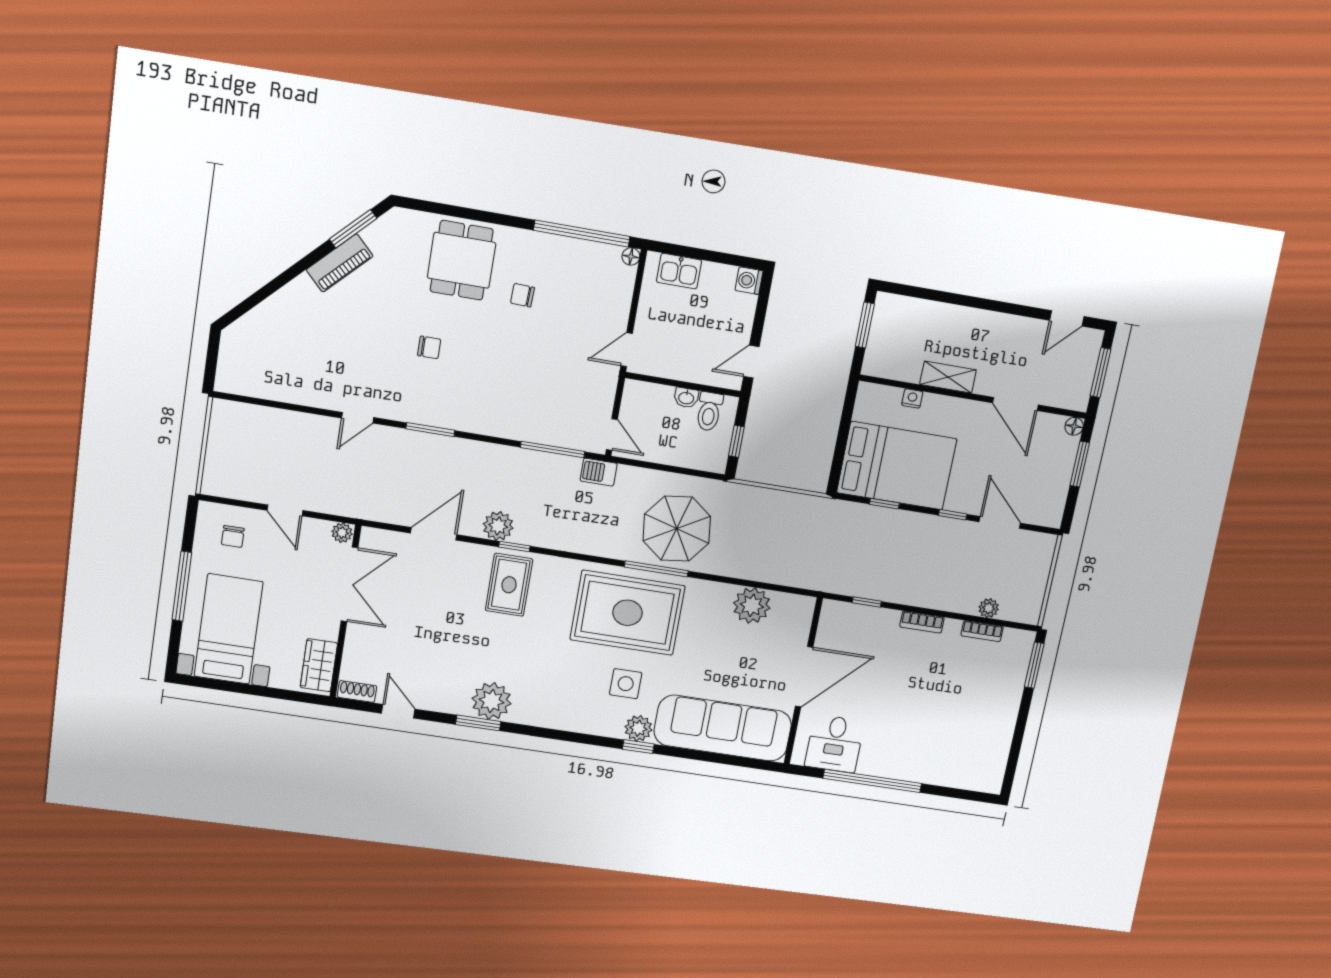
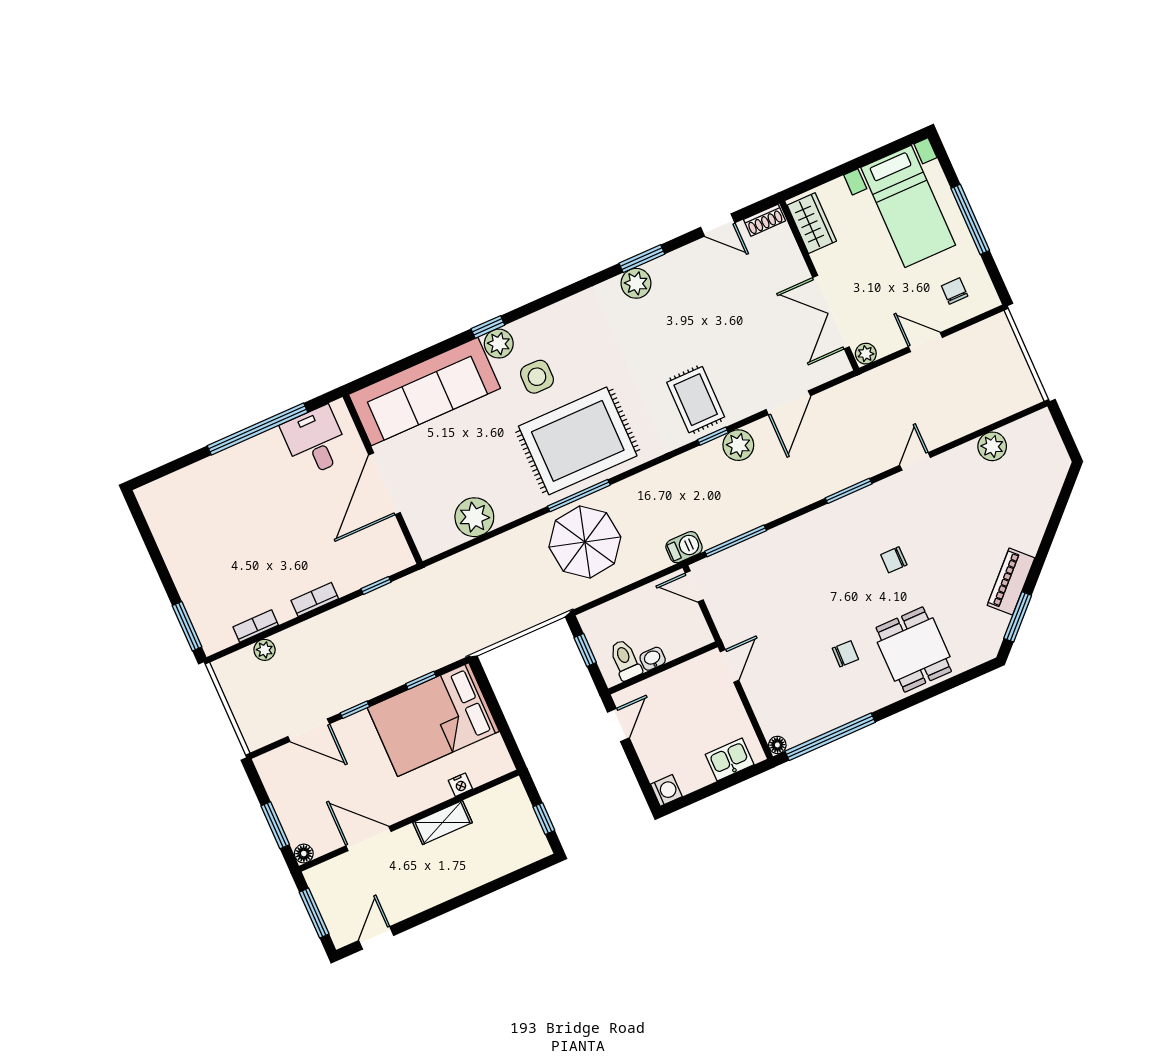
window: (865, 325) -> (544, 819), width x0.67
plant: (283, 388) -> (992, 446), added
plant: (492, 701) -> (636, 283), width x0.73, depth x0.73

